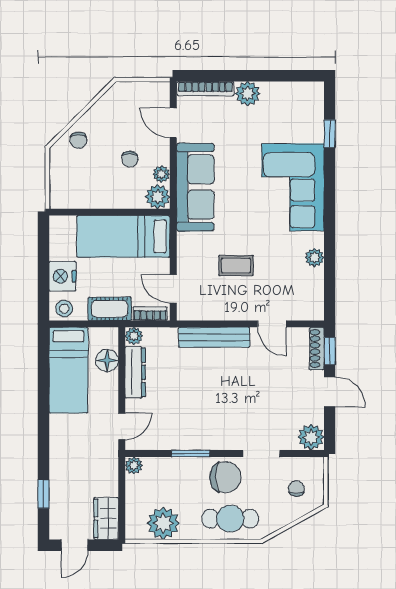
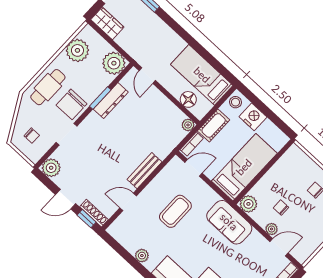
plant: (161, 174) -> (272, 229), moved
sofa: (195, 187) -> (229, 222), width x0.73
coffee table: (236, 266) -> (175, 211), width x1.36, depth x1.30
bench: (214, 337) -> (144, 171), width x0.73
dresser: (135, 372) -> (111, 101), moved, turned -90
plant: (134, 466) -> (114, 63), width x1.87, depth x1.87

